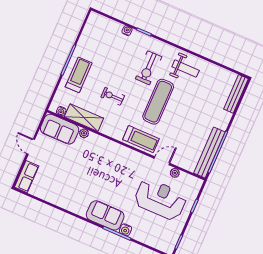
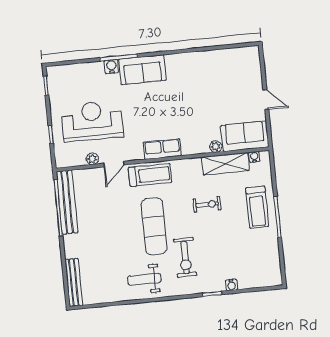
exercise bike: (149, 68) -> (185, 257), turned 180
treadmill: (141, 139) -> (150, 175), turned 180
row of seats: (27, 177) -> (162, 149), moved, turned 90
reception desk: (160, 199) -> (92, 121), turned 180

